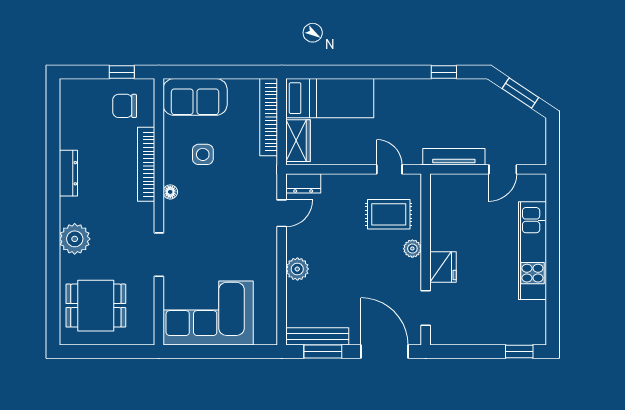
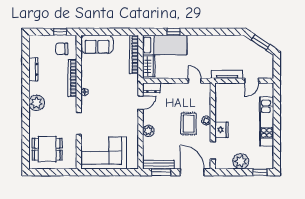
window: (444, 72) -> (173, 32), moved
side table: (203, 154) -> (101, 73), removed
dresser: (68, 173) -> (33, 69), moved
rug: (389, 214) -> (189, 124), moved, turned 90
plant: (75, 239) -> (37, 103), moved
plant: (481, 330) -> (241, 161), added

